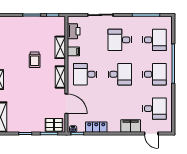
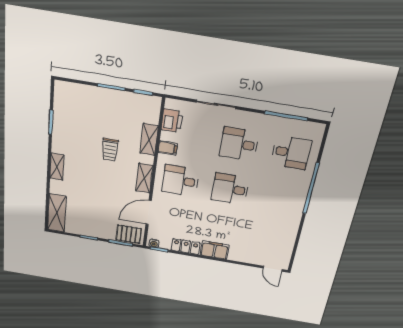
desk: (120, 74) -> (230, 189), turned 180
desk: (154, 74) -> (280, 197), removed
door: (66, 104) -> (149, 212), swing flipped
desk: (154, 109) -> (270, 239), removed
filing cabinet: (131, 126) -> (215, 250), moved
door: (151, 134) -> (273, 269), moved

